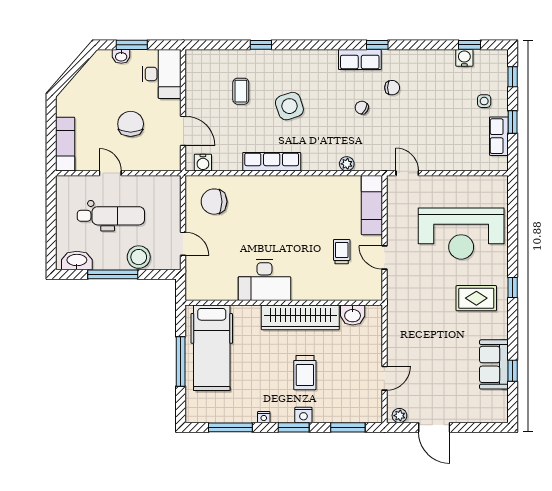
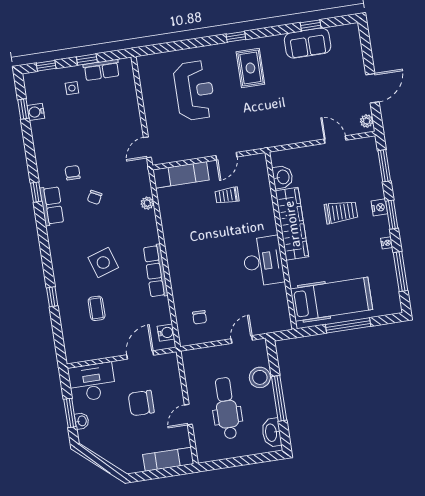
coffee table: (241, 91) -> (97, 308), turned 90
chair: (214, 202) -> (200, 317), width x0.54, depth x0.54
reception desk: (461, 234) -> (194, 91), width x0.74, depth x0.77

